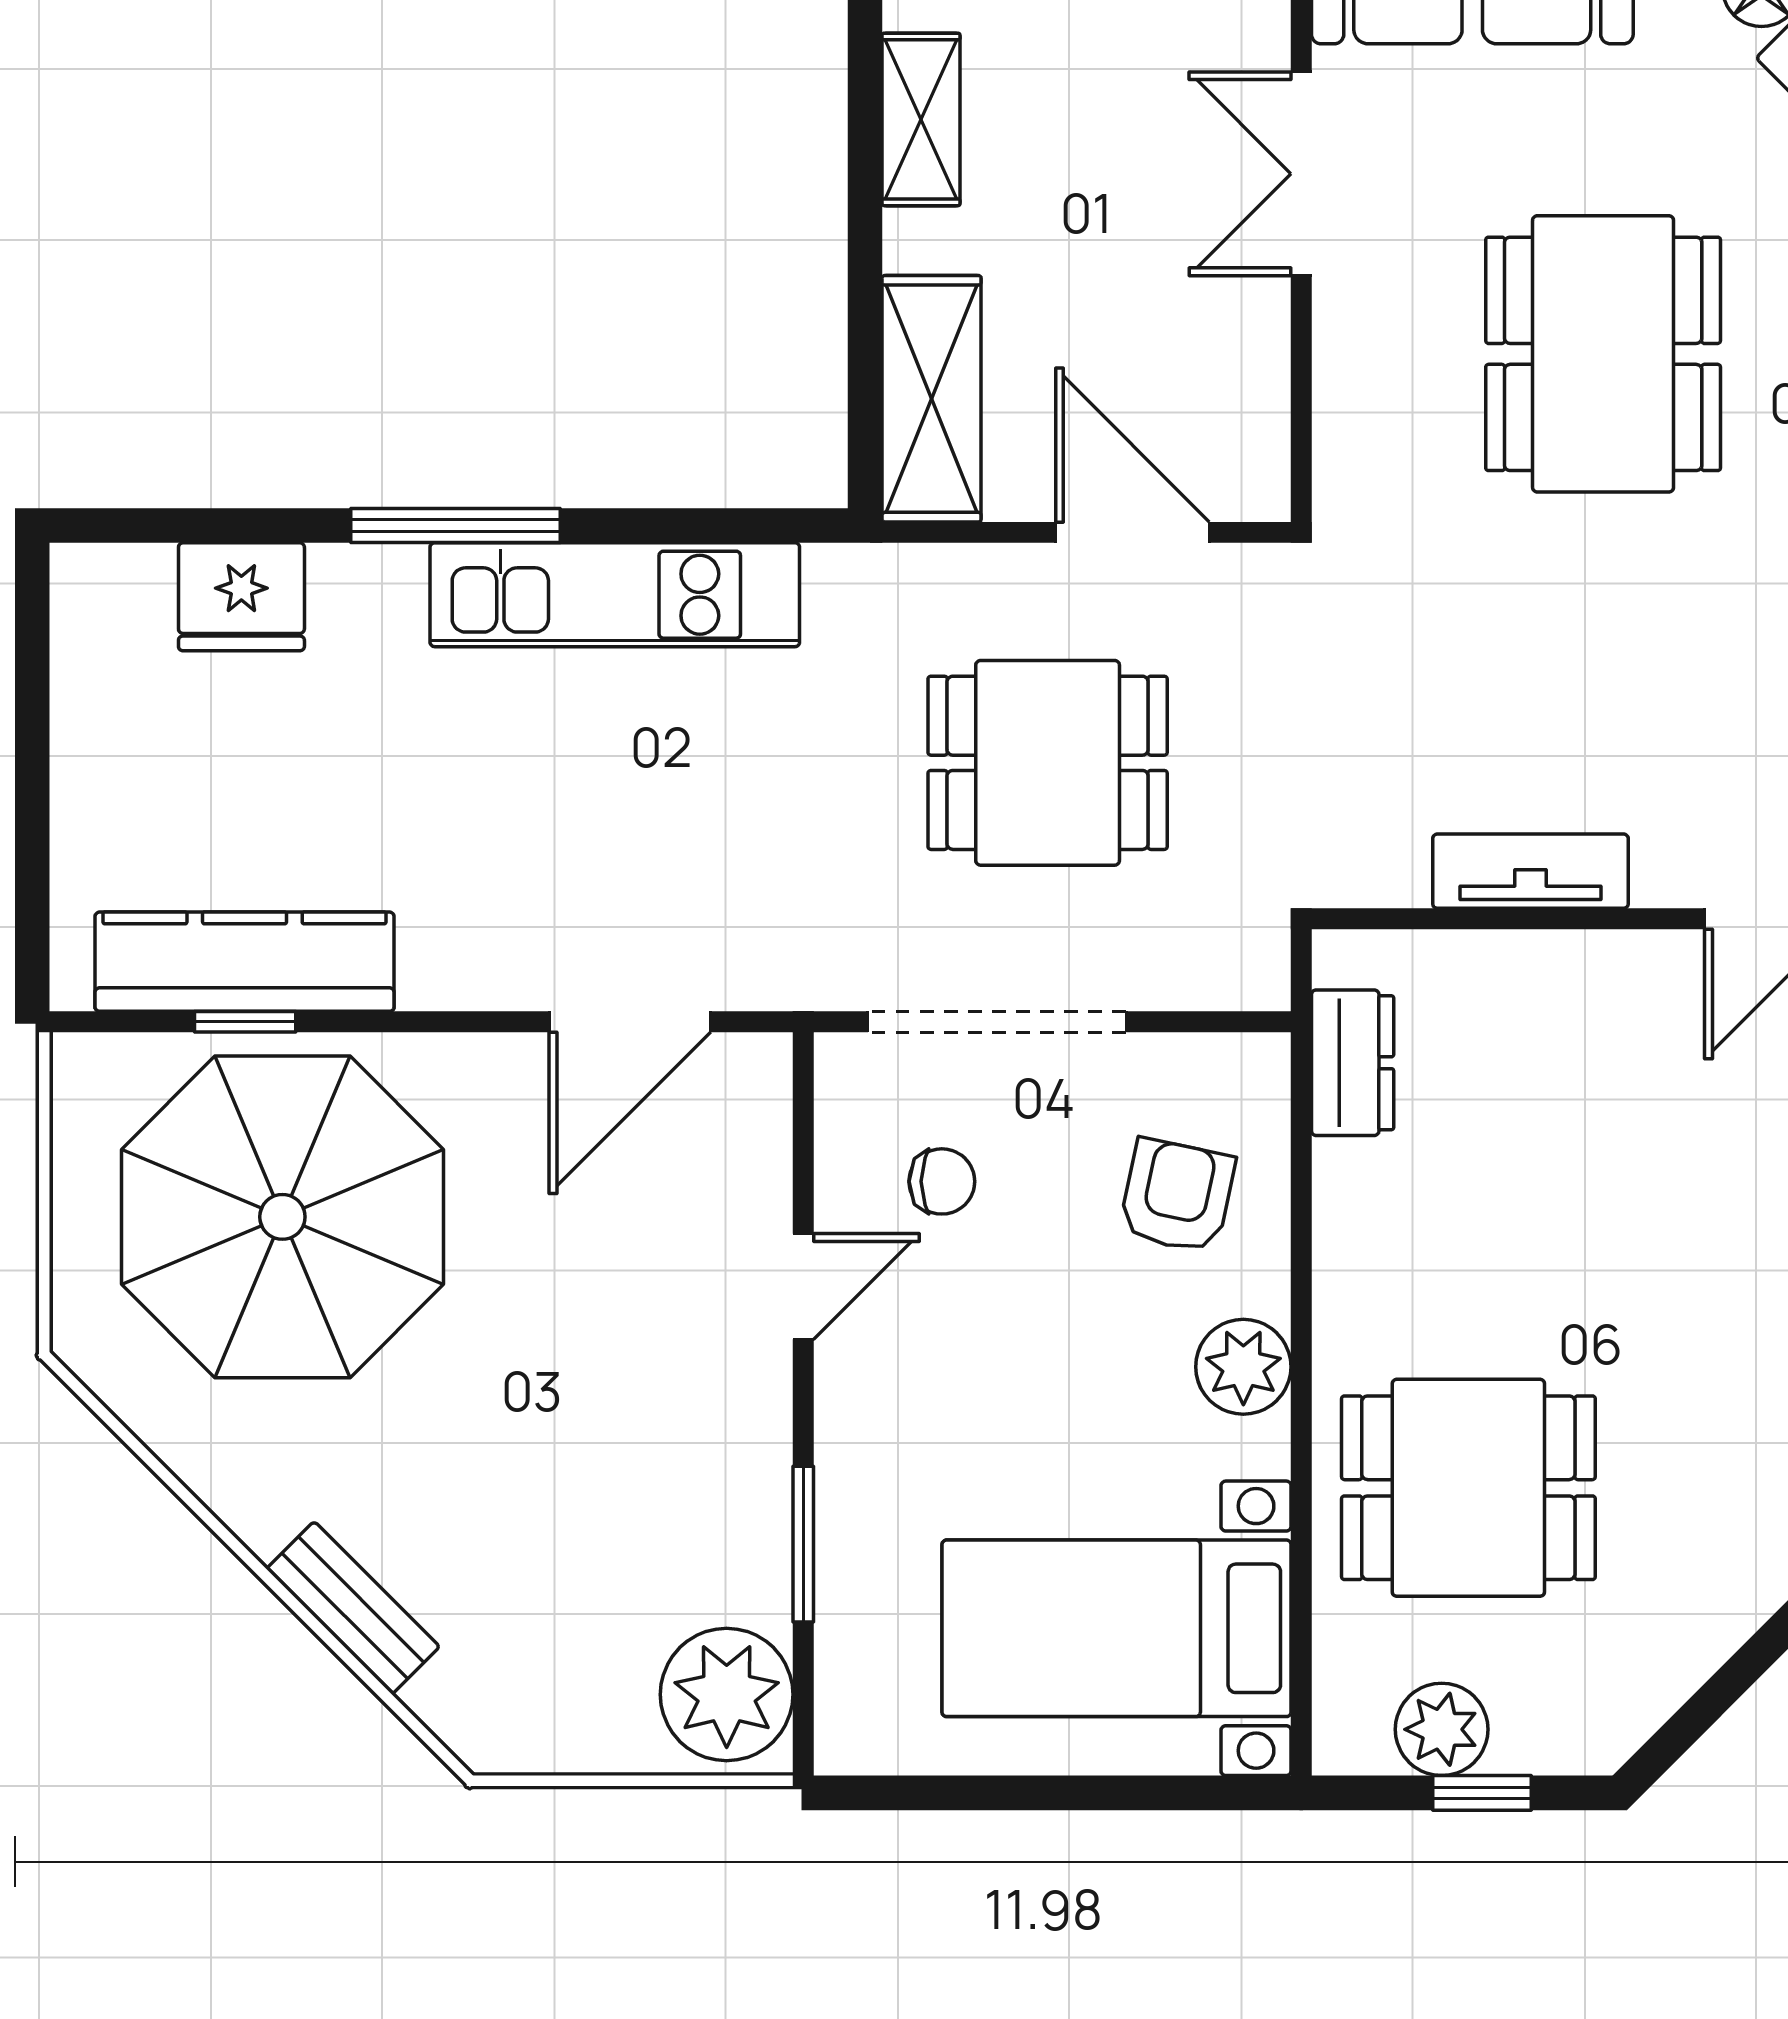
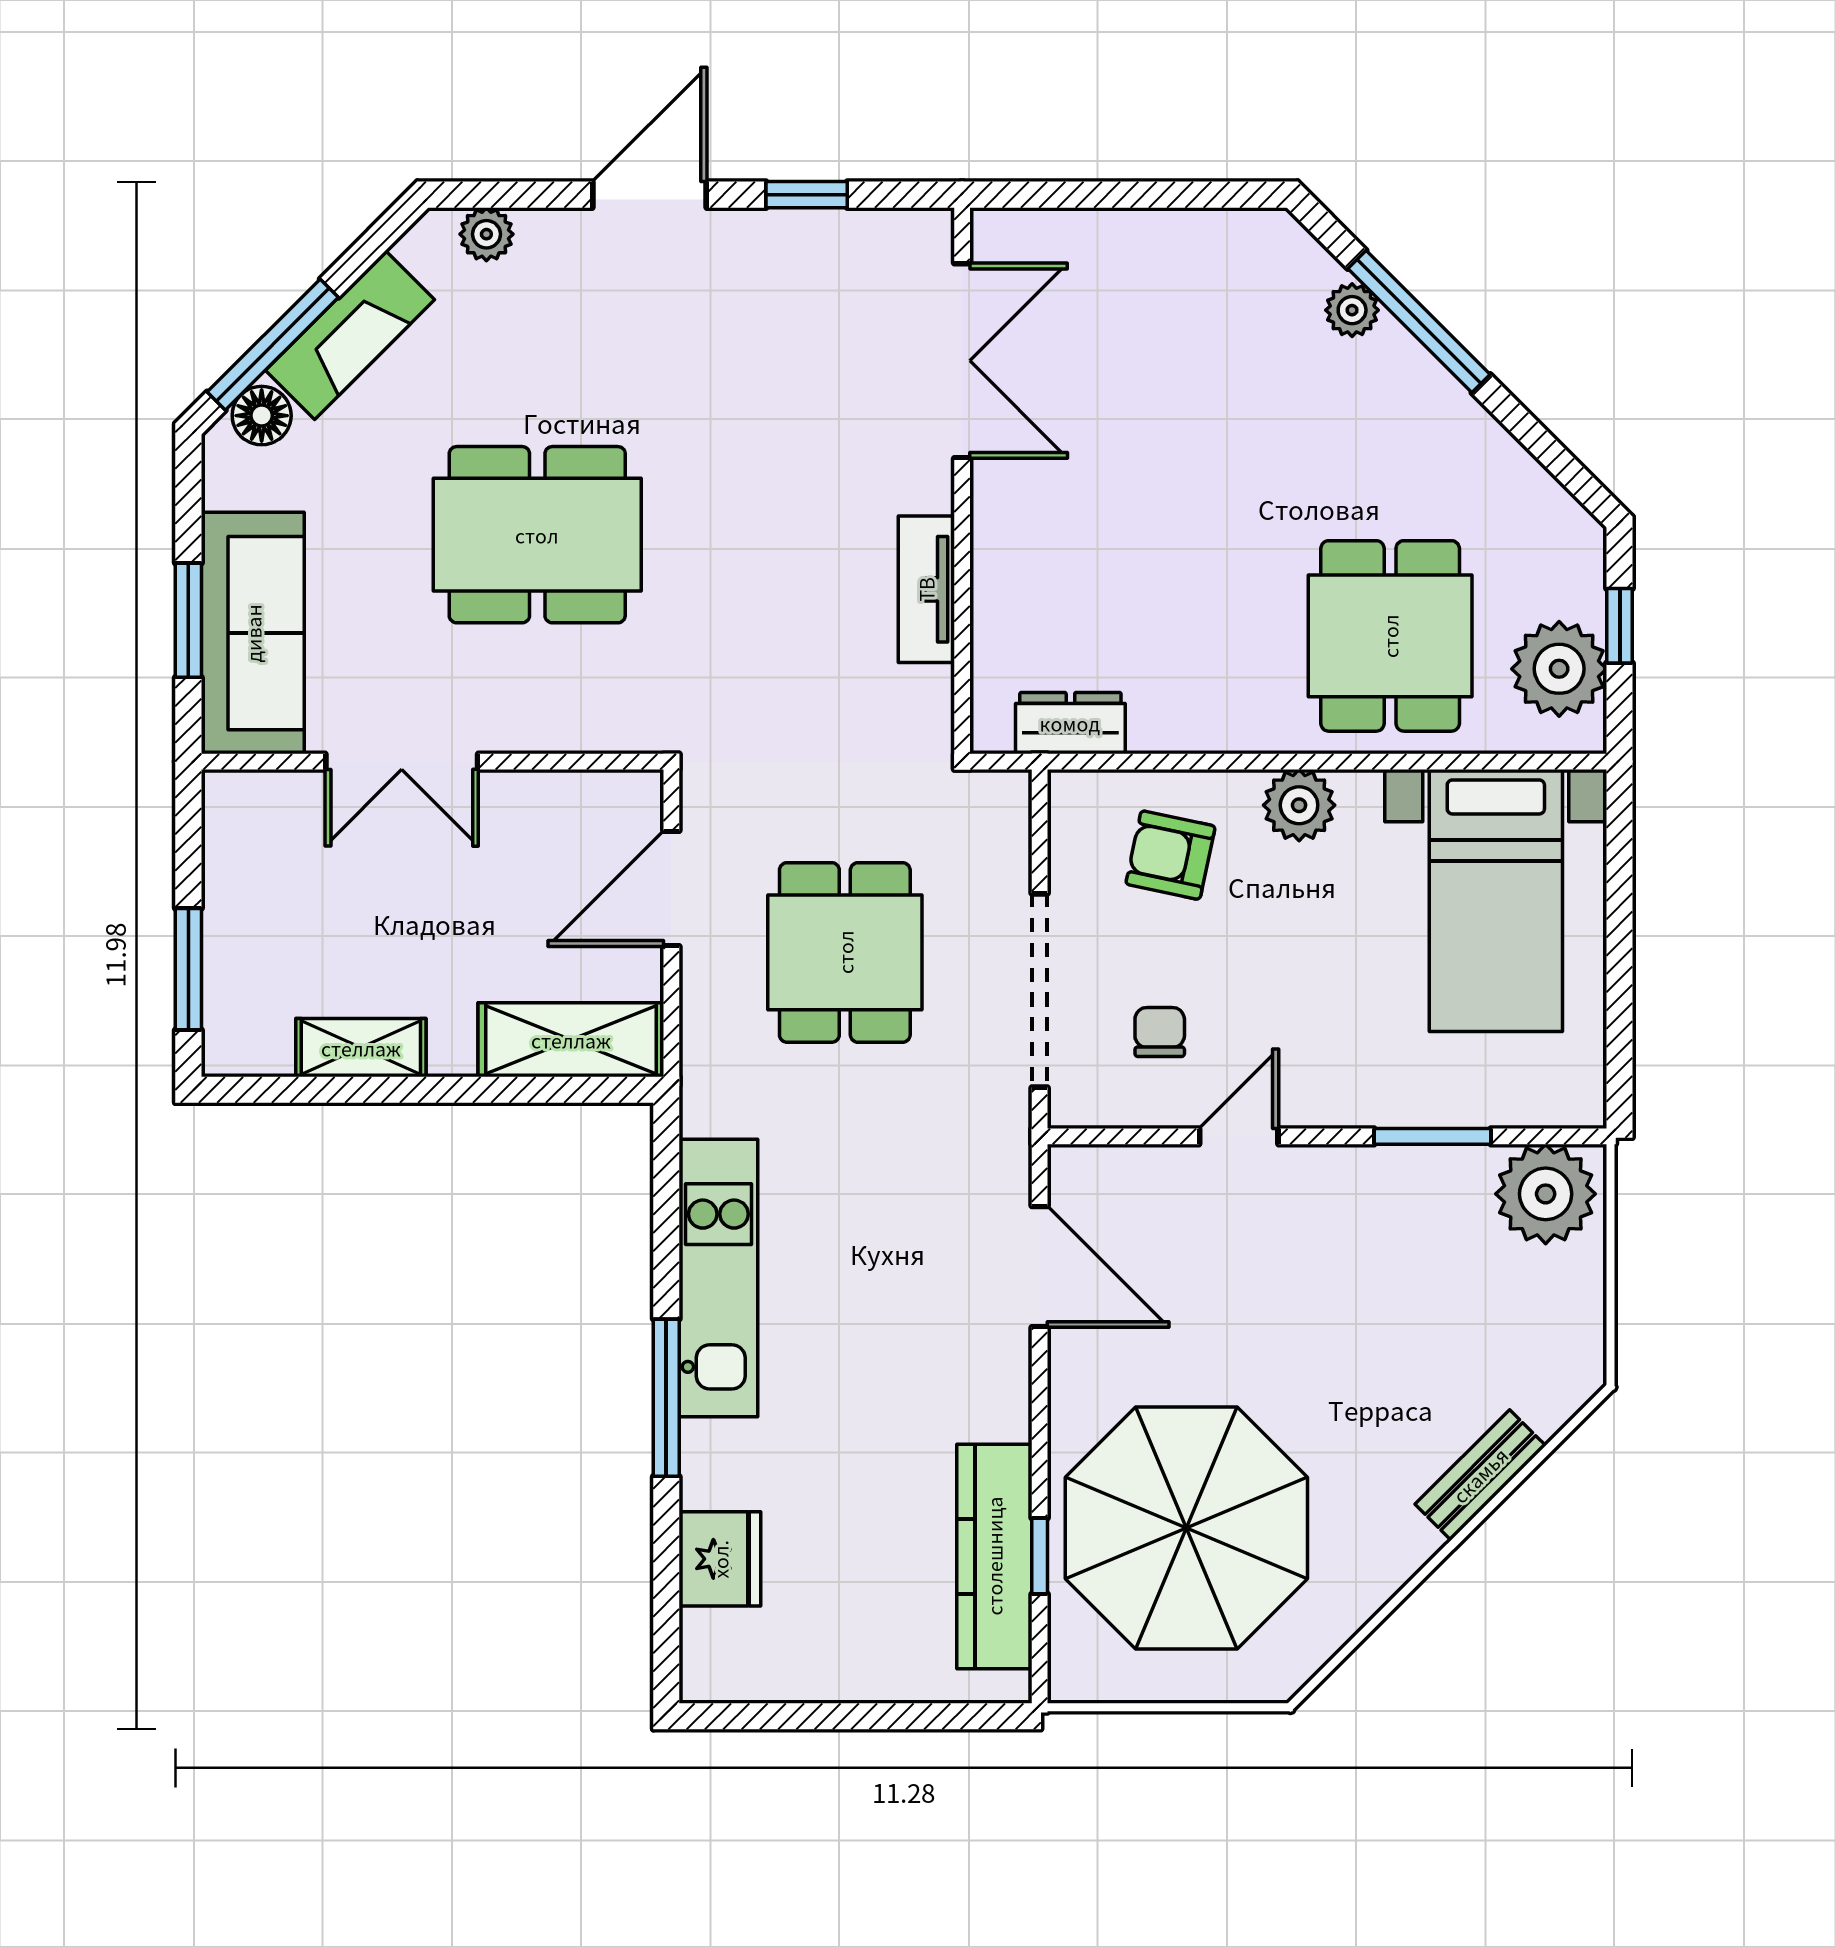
door: (803, 1287) -> (1239, 1136), hinge flipped
plant: (1442, 1729) -> (1559, 669), width x1.36, depth x1.36

